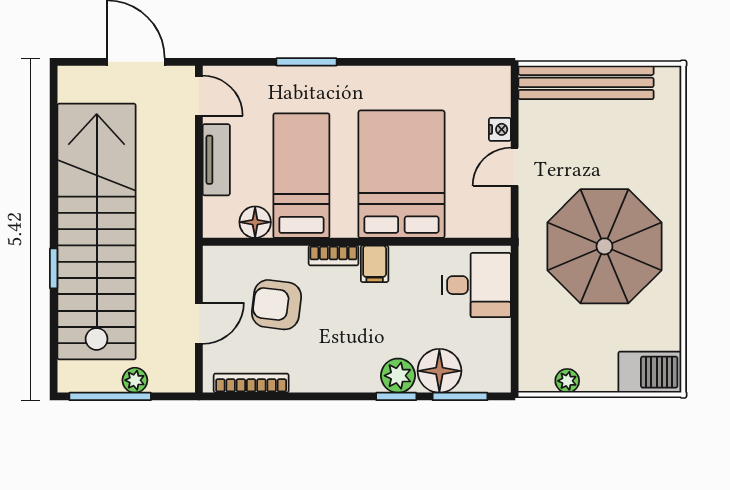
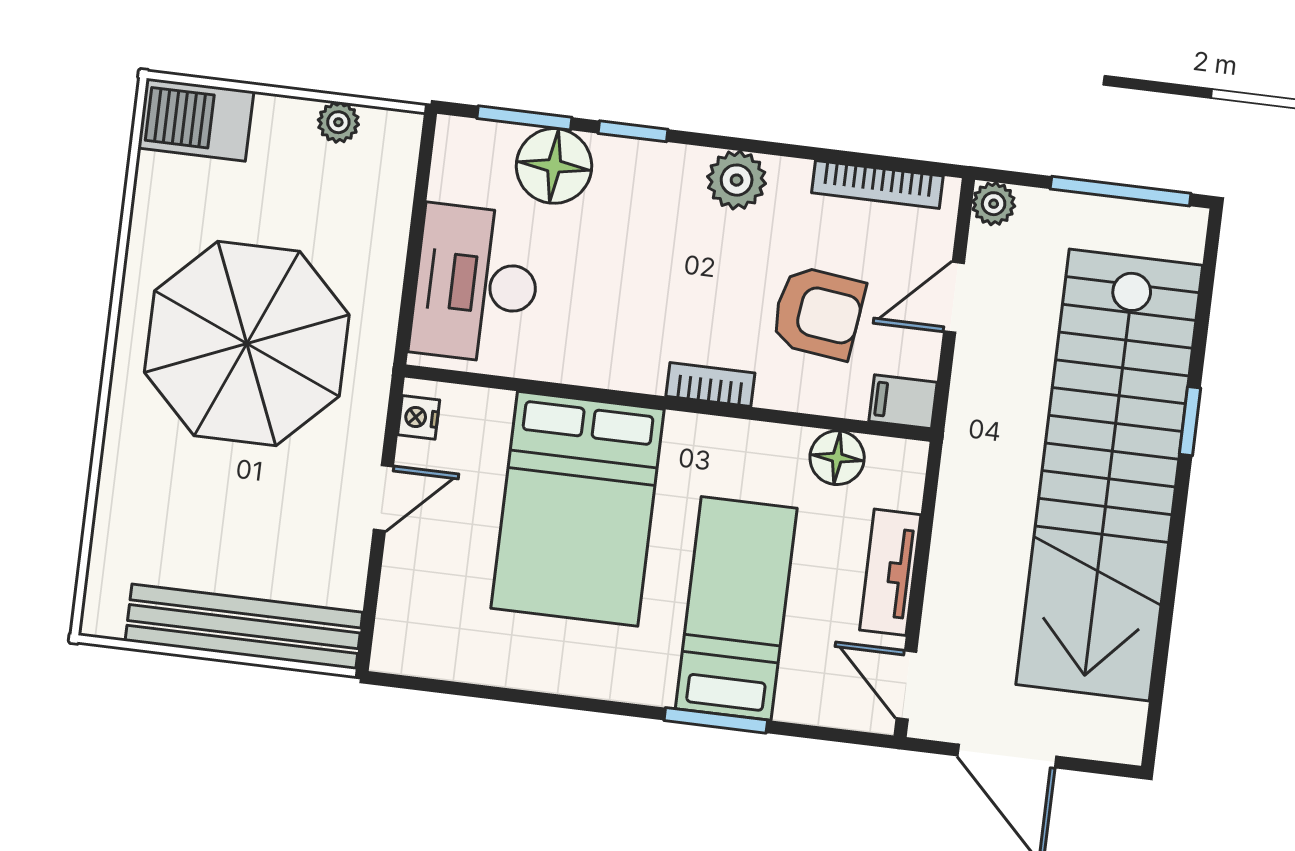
nightstand: (500, 129) -> (419, 417), moved
bed: (301, 176) -> (736, 608), moved, turned 180
filing cabinet: (375, 264) -> (903, 402), moved, turned -90
desk: (476, 285) -> (476, 284), width x1.37
plant: (398, 376) -> (737, 180), moved
plant: (135, 380) -> (994, 204), moved

